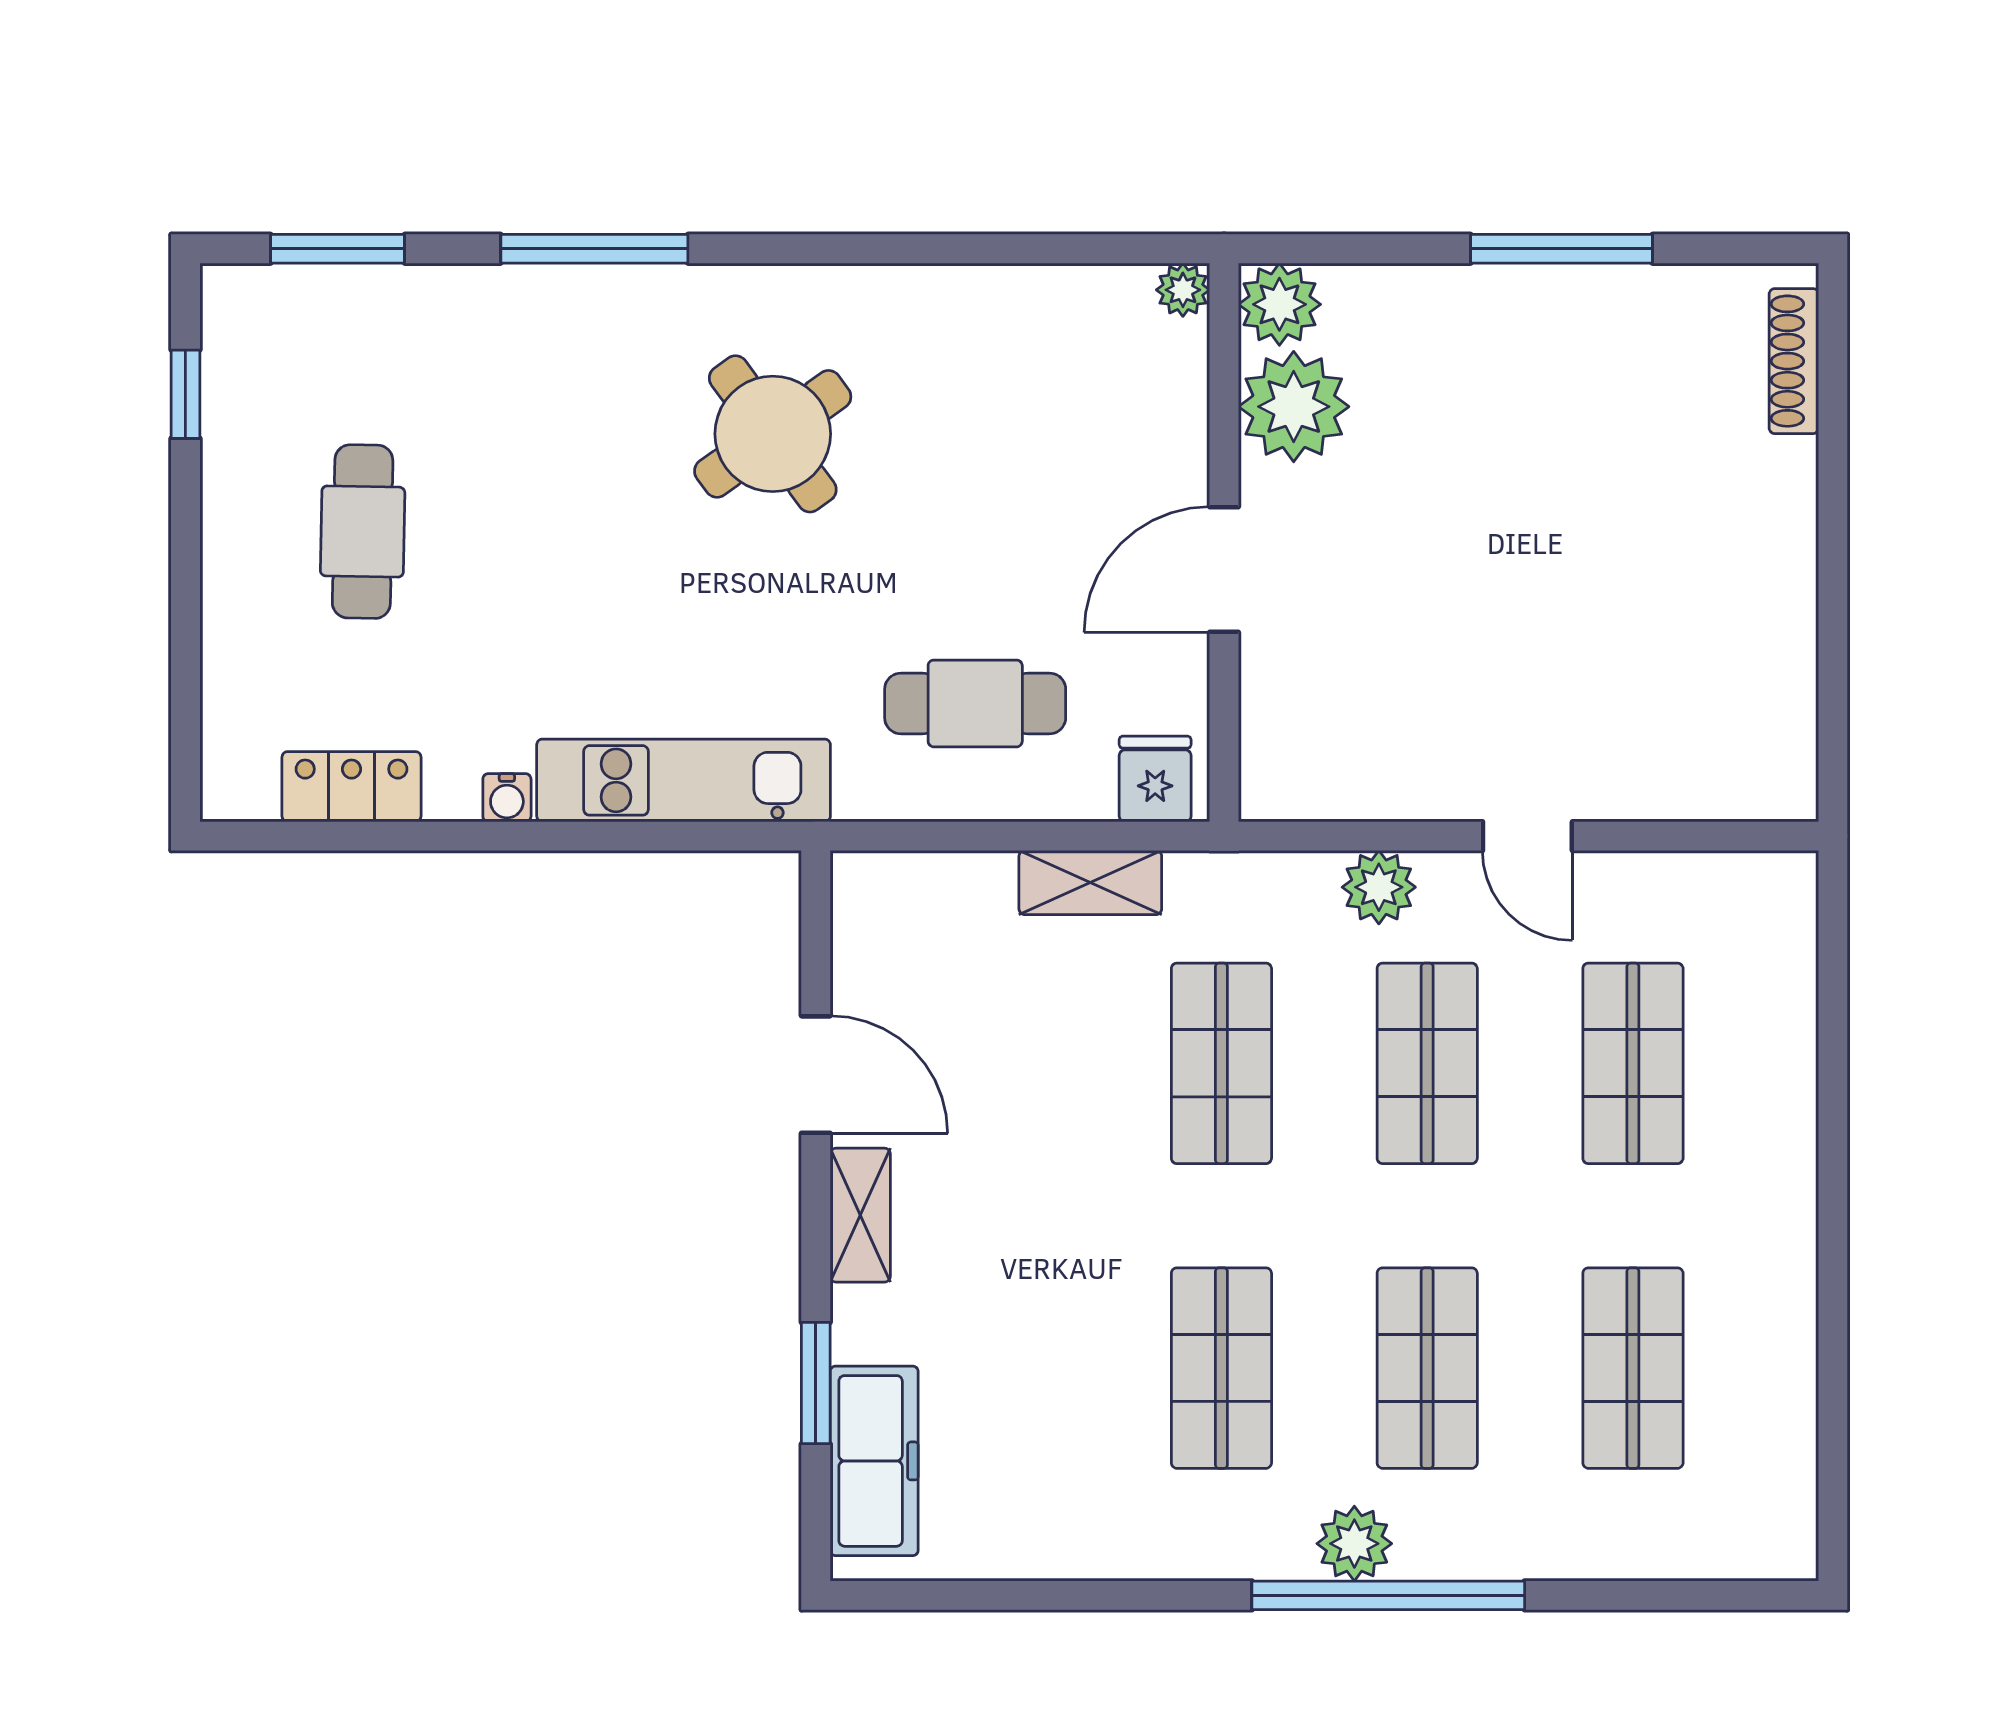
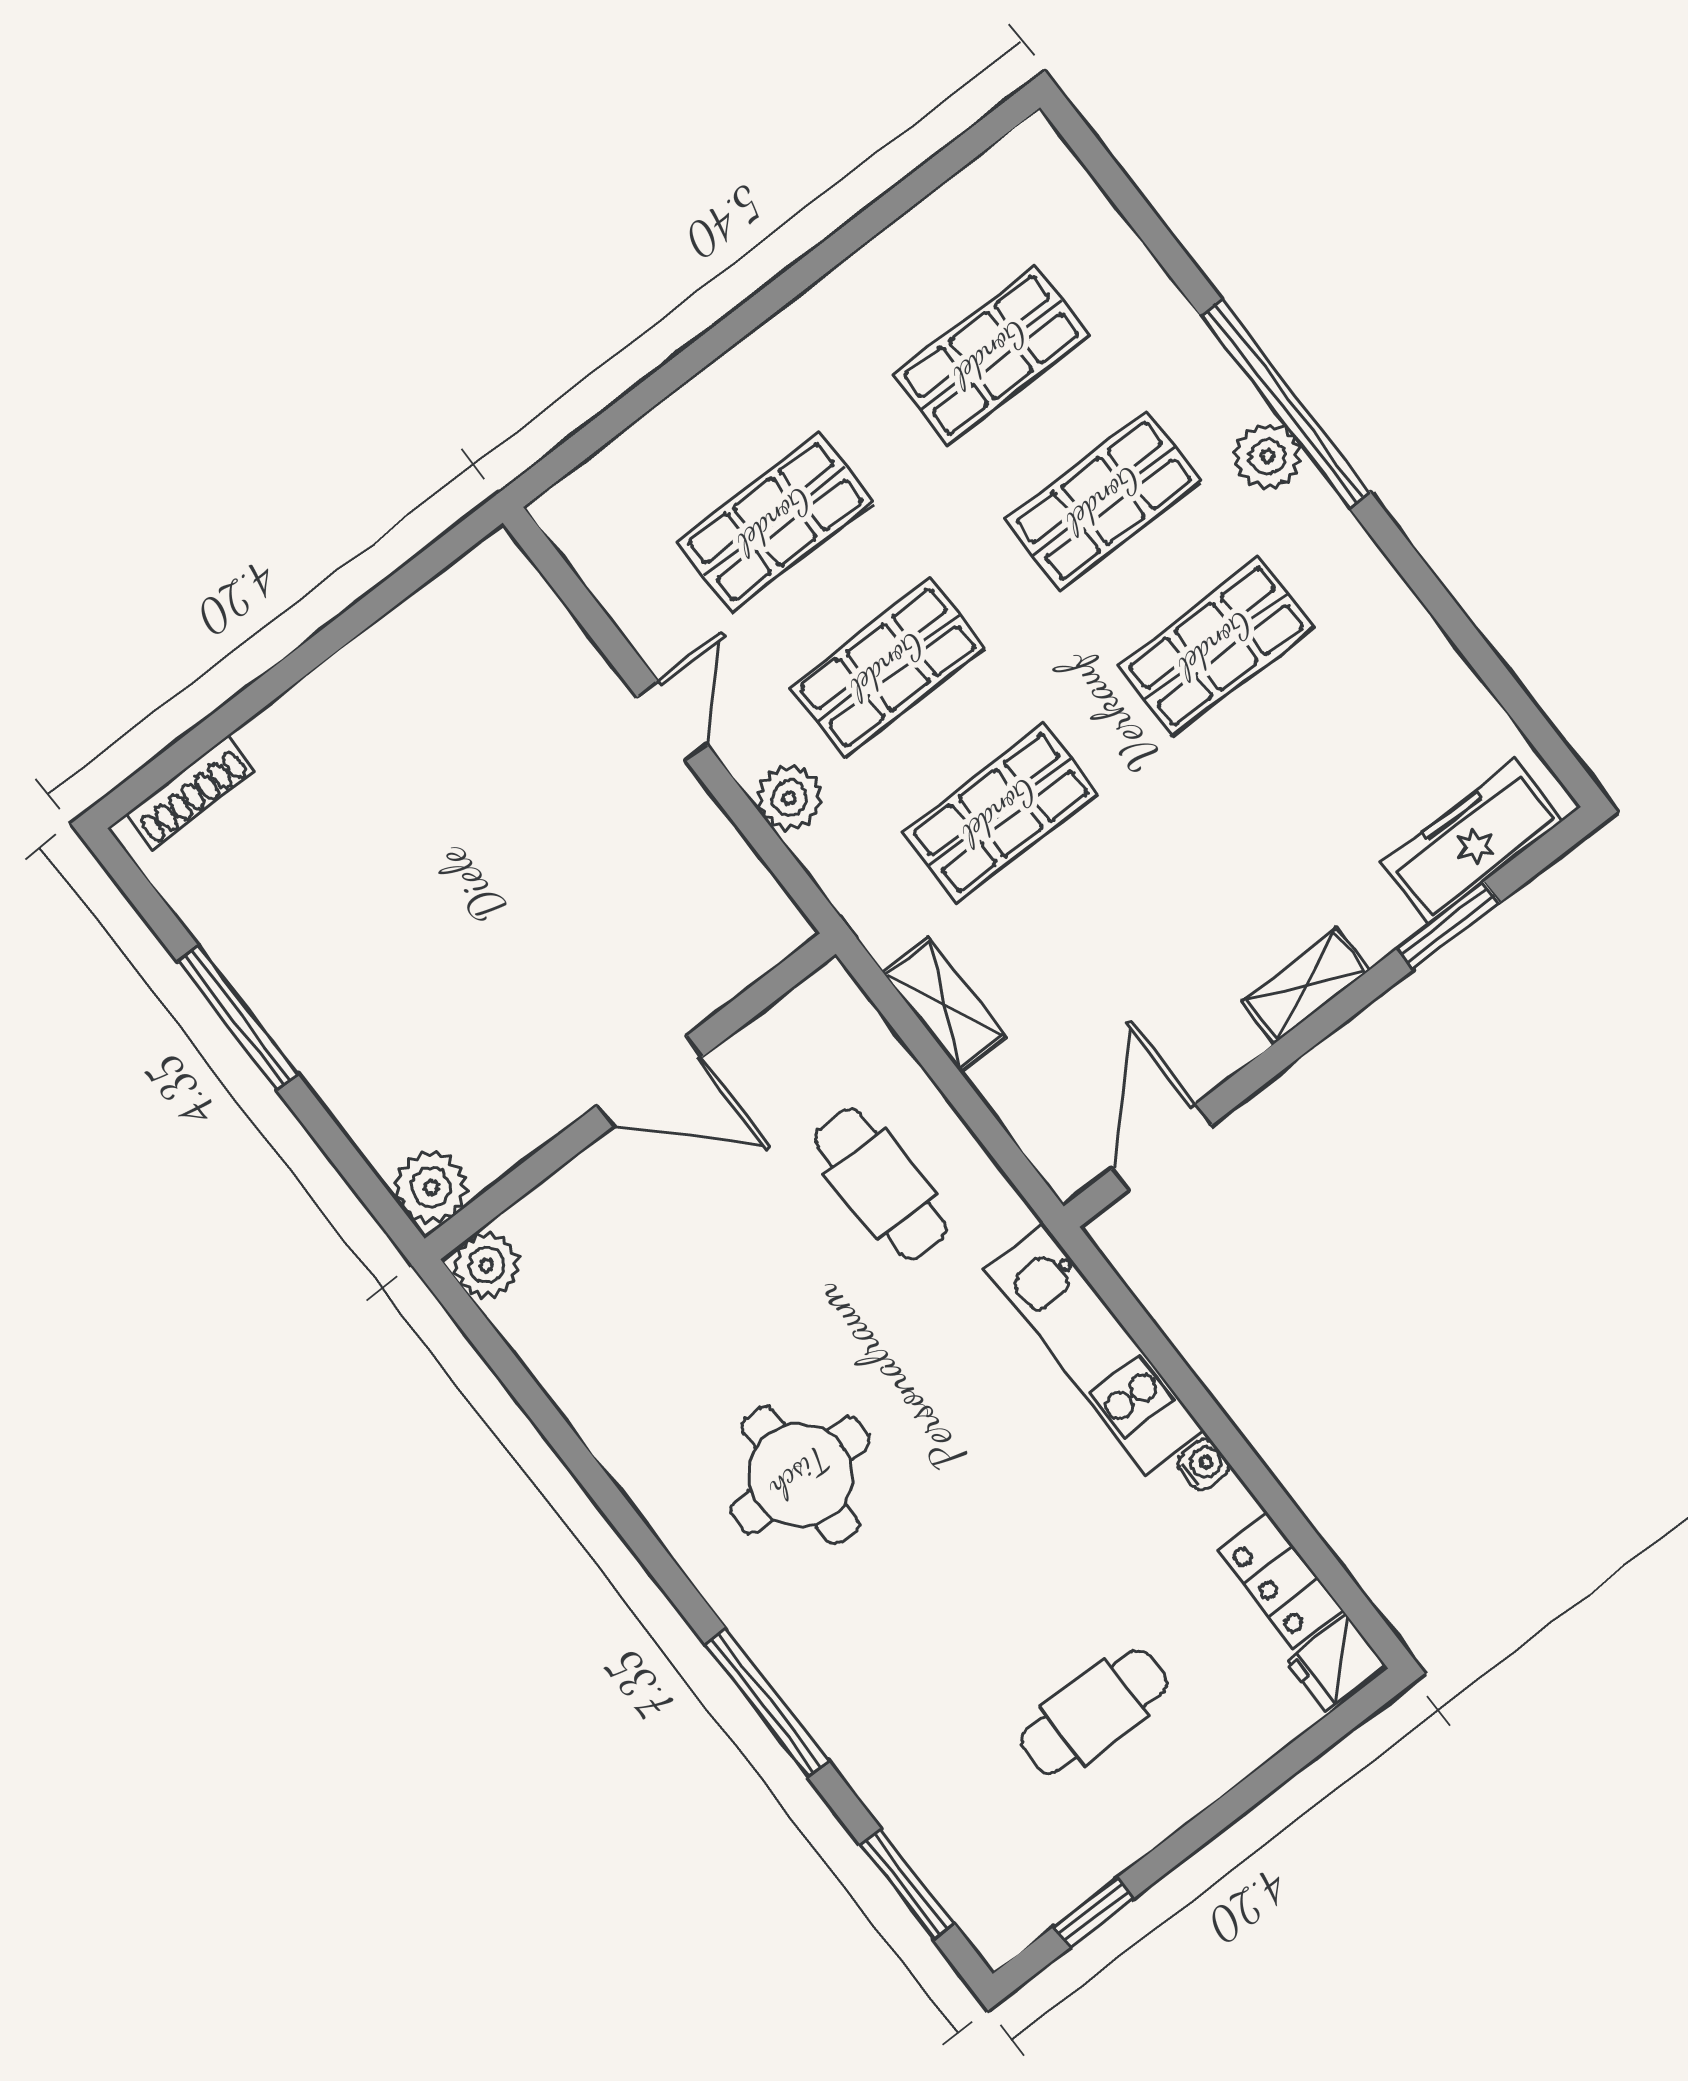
plant: (1183, 290) -> (486, 1265), width x1.38, depth x1.38
plant: (1294, 407) -> (496, 1121), removed
round table: (773, 434) -> (800, 1475), turned 36
fridge: (1155, 779) -> (1336, 1663), moved
door: (816, 1075) -> (1162, 1147), moved

